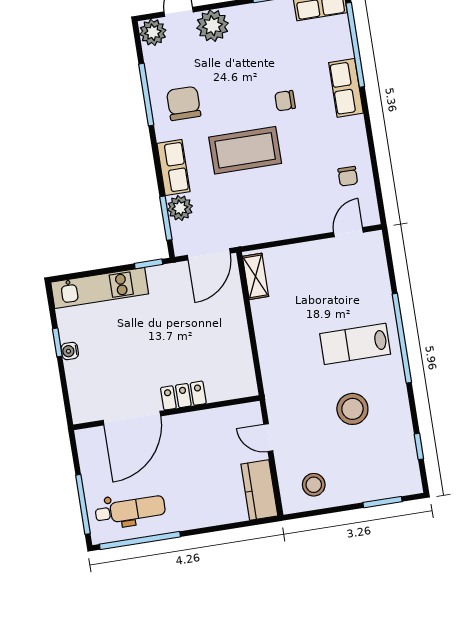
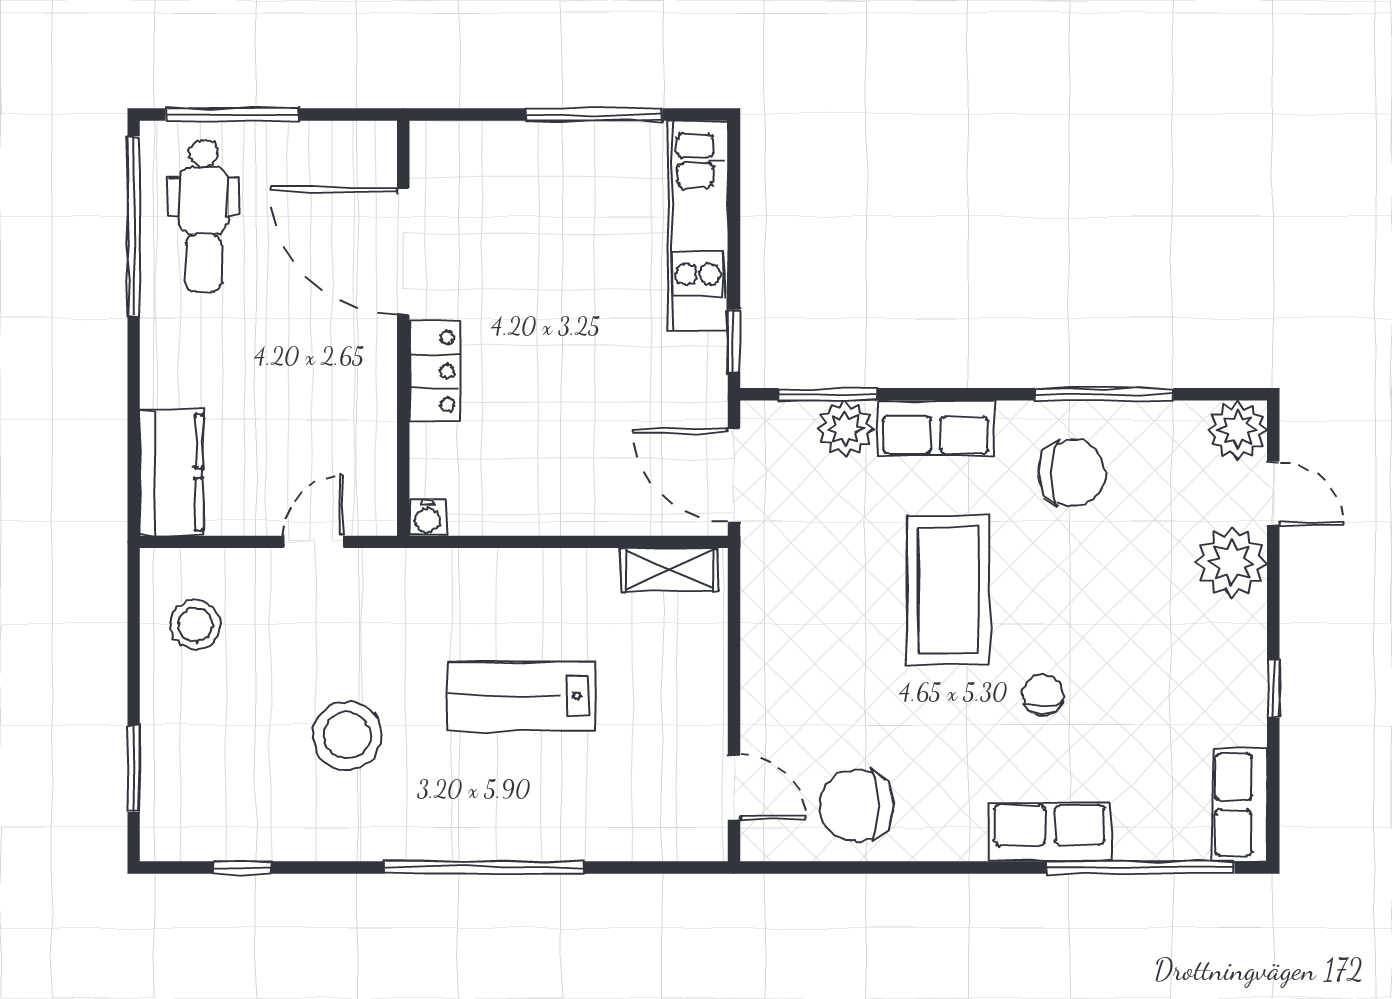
chair: (348, 176) -> (856, 806), width x1.87, depth x1.87
window: (57, 342) -> (594, 115), width x2.17
lab bench: (355, 344) -> (522, 696), moved, turned -90
water cooler: (70, 351) -> (427, 518), moved, turned 180
kitchen counter: (259, 490) -> (171, 473), moved, turned 90

